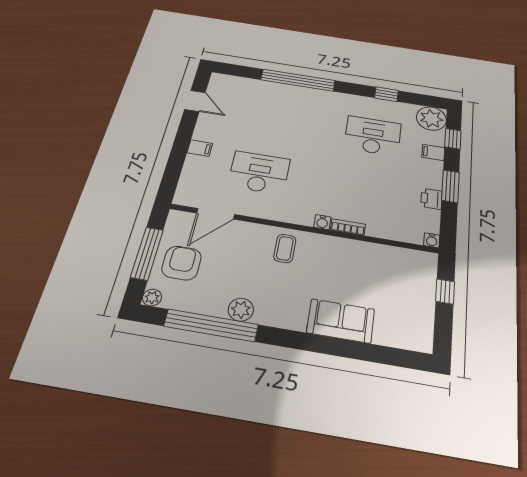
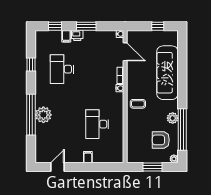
plant: (431, 119) -> (43, 115), moved
printer: (431, 199) -> (77, 35), moved
door: (216, 214) -> (125, 52), moved
window: (147, 253) -> (153, 167), width x0.69
armchair: (182, 263) -> (161, 140), moved
window: (445, 291) -> (158, 26), moved
sofa: (341, 321) -> (167, 73), width x1.85, depth x1.27

